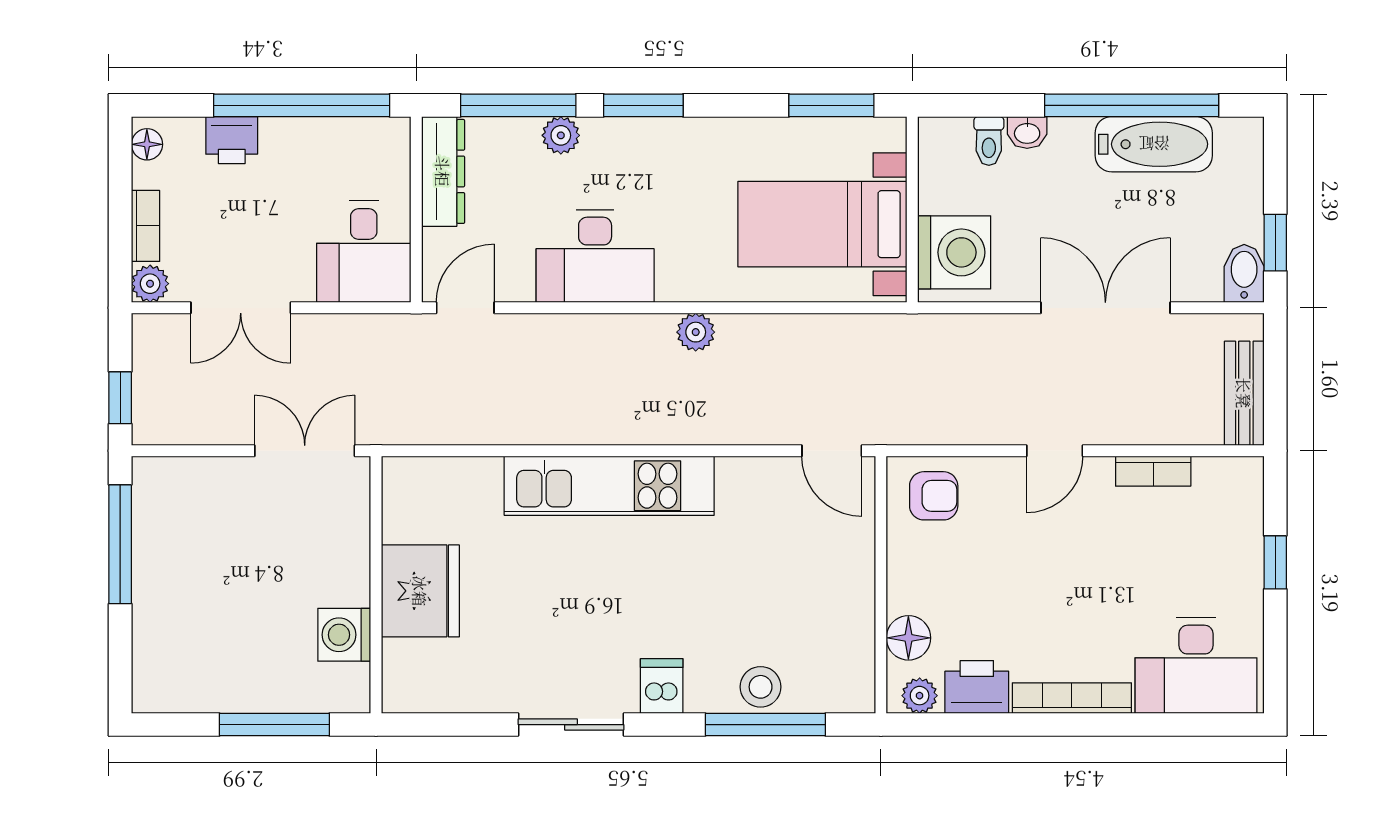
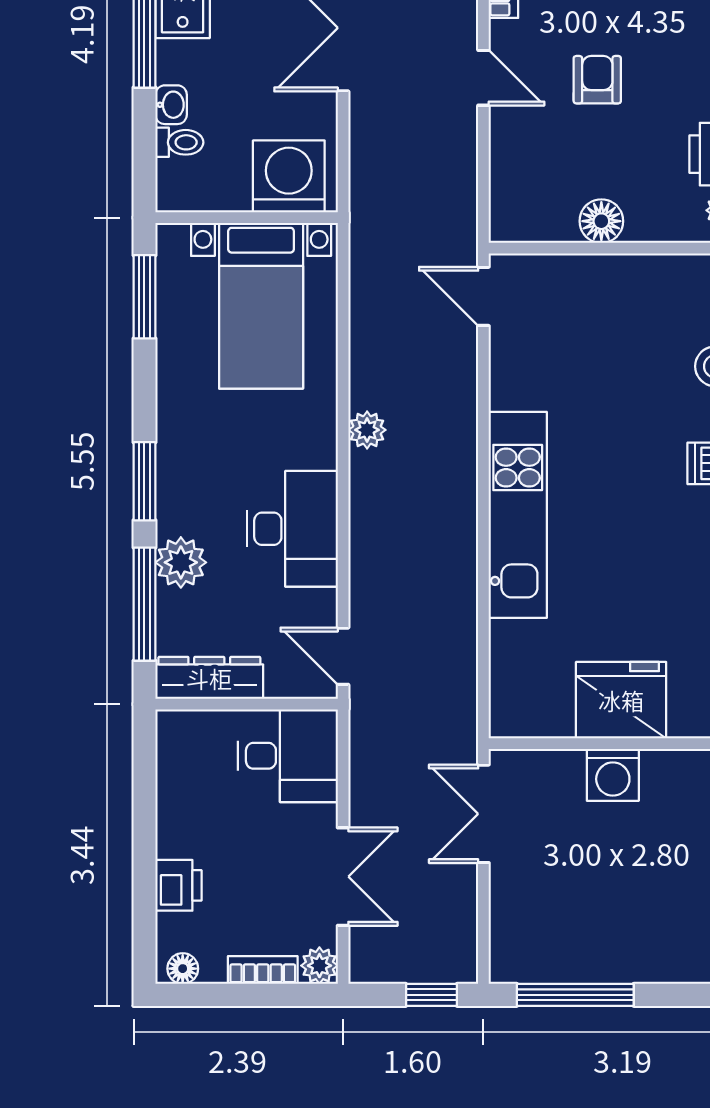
window: (302, 105) -> (144, 817), removed
plant: (561, 135) -> (181, 562), width x1.38, depth x1.38
door: (832, 451) -> (483, 296), swing flipped
armchair: (934, 496) -> (597, 80), moved
washing machine: (344, 635) -> (613, 775), moved
floor lamp: (908, 638) -> (601, 221), moved

